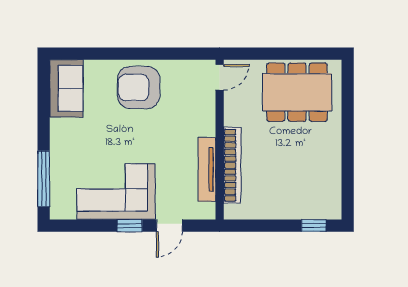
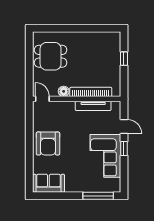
dining table: (297, 92) -> (51, 56), width x0.73
floor lamp: (233, 116) -> (64, 91), added
window: (314, 226) -> (124, 59), moved

